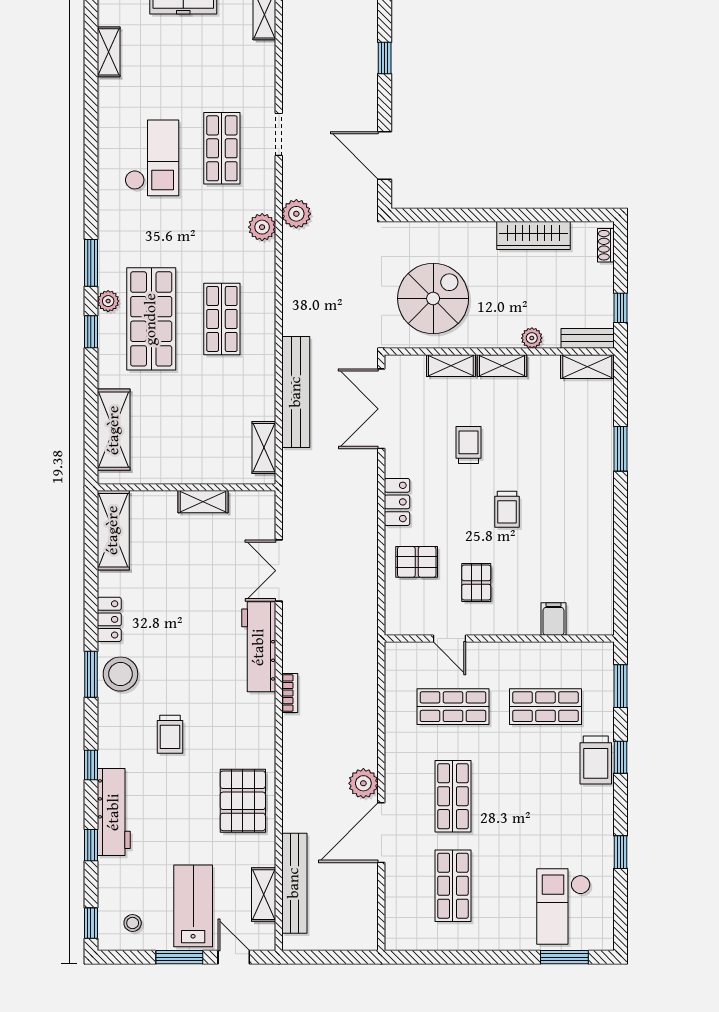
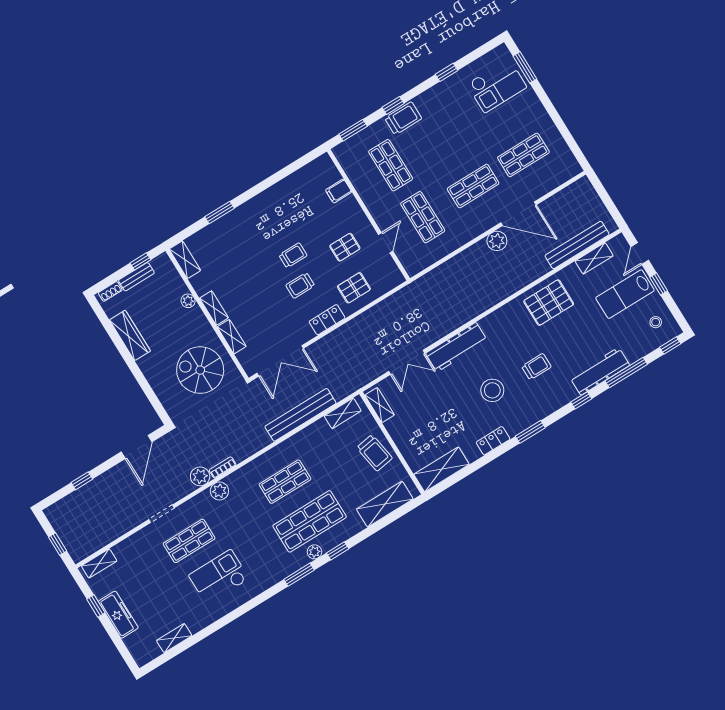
bench: (588, 338) -> (136, 277), moved, turned 90
trolley: (468, 445) -> (300, 285), moved
trolley: (188, 457) -> (374, 453), added
shelving: (203, 502) -> (380, 405), moved
pallet: (417, 562) -> (354, 288), turned 90
stool: (120, 674) -> (492, 390), moved
bookcase: (290, 693) -> (223, 467), moved
window: (91, 845) -> (626, 373), width x2.17
window: (179, 957) -> (659, 284), width x0.67

